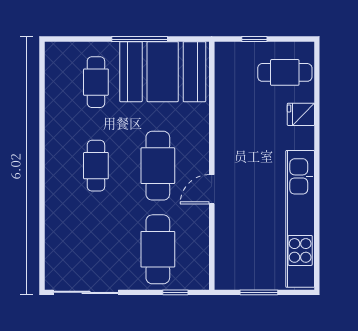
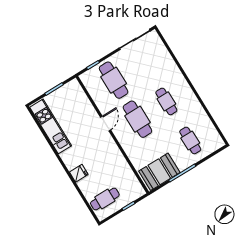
booth: (163, 72) -> (159, 172), width x0.73, depth x0.70
fridge: (301, 114) -> (79, 173), moved
kitchen unit: (300, 219) -> (51, 126), width x0.73

